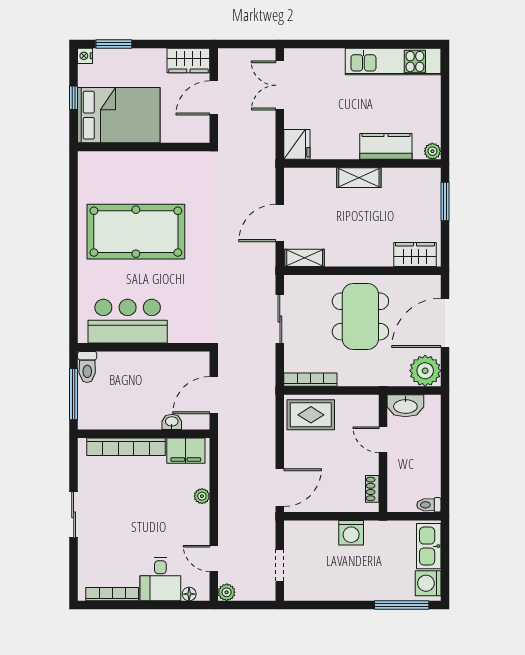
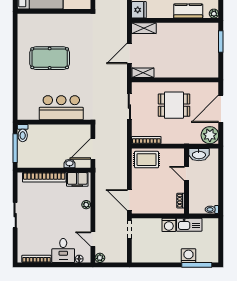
shelving: (359, 178) -> (144, 28), moved
pool table: (136, 232) -> (50, 58), width x0.73, depth x0.76
wardrobe: (415, 255) -> (204, 71), removed
dining table: (360, 316) -> (174, 105), width x0.73
bar counter: (128, 321) -> (61, 108), moved
door: (280, 488) -> (129, 200), swing flipped
kitchen sink: (429, 546) -> (189, 225), moved, turned -90
doorway: (280, 566) -> (129, 229), moved
washing machine: (428, 583) -> (188, 256), moved, turned 90

